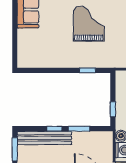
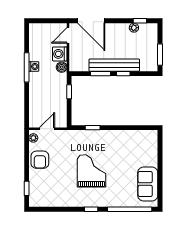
grand piano: (89, 24) -> (91, 171), turned 180
bench: (44, 138) -> (114, 65), moved

